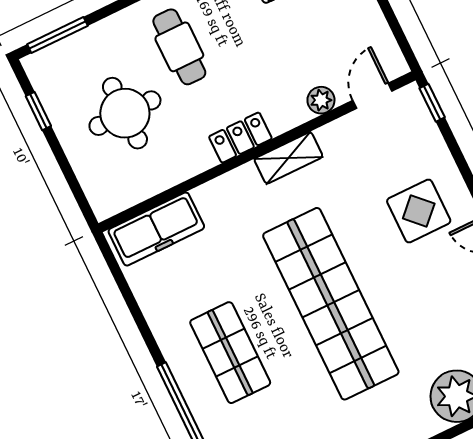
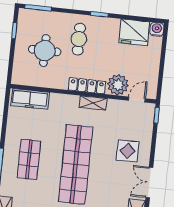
plant: (321, 100) -> (118, 85), width x1.88, depth x1.88
locker: (240, 138) -> (87, 86), width x1.53

